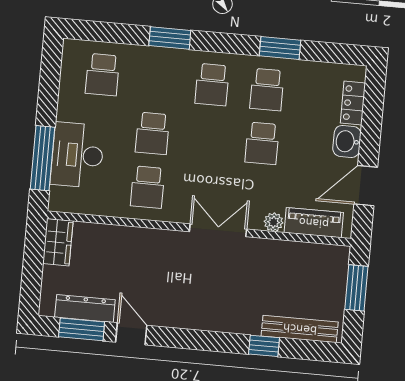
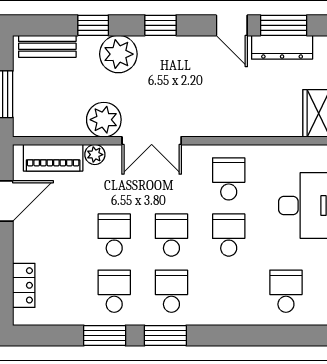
window: (170, 38) -> (165, 336), moved
school desk: (207, 138) -> (171, 235), added
washbasin: (347, 141) -> (26, 245), removed
plant: (262, 255) -> (104, 120), added
plant: (242, 316) -> (118, 54), added
bench: (300, 329) -> (47, 46), width x0.73
window: (199, 340) -> (161, 25), added

